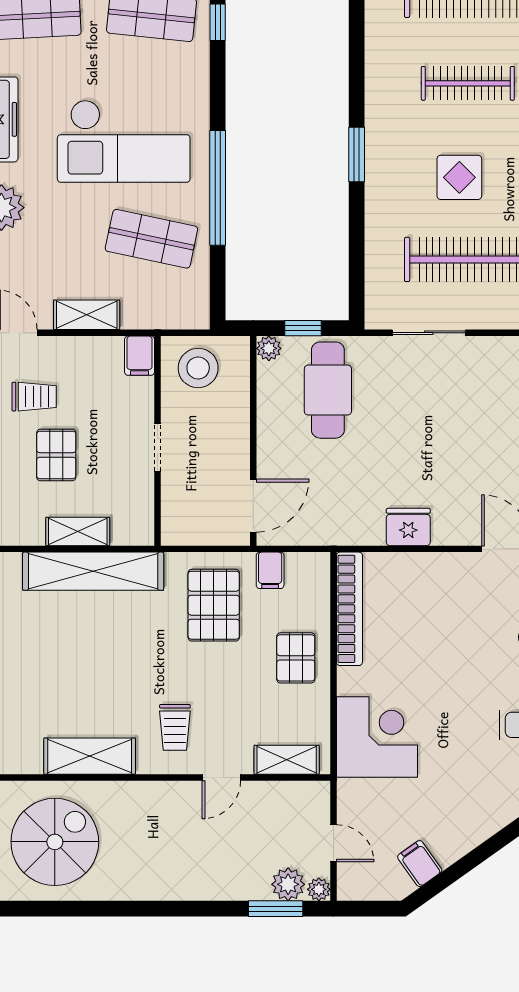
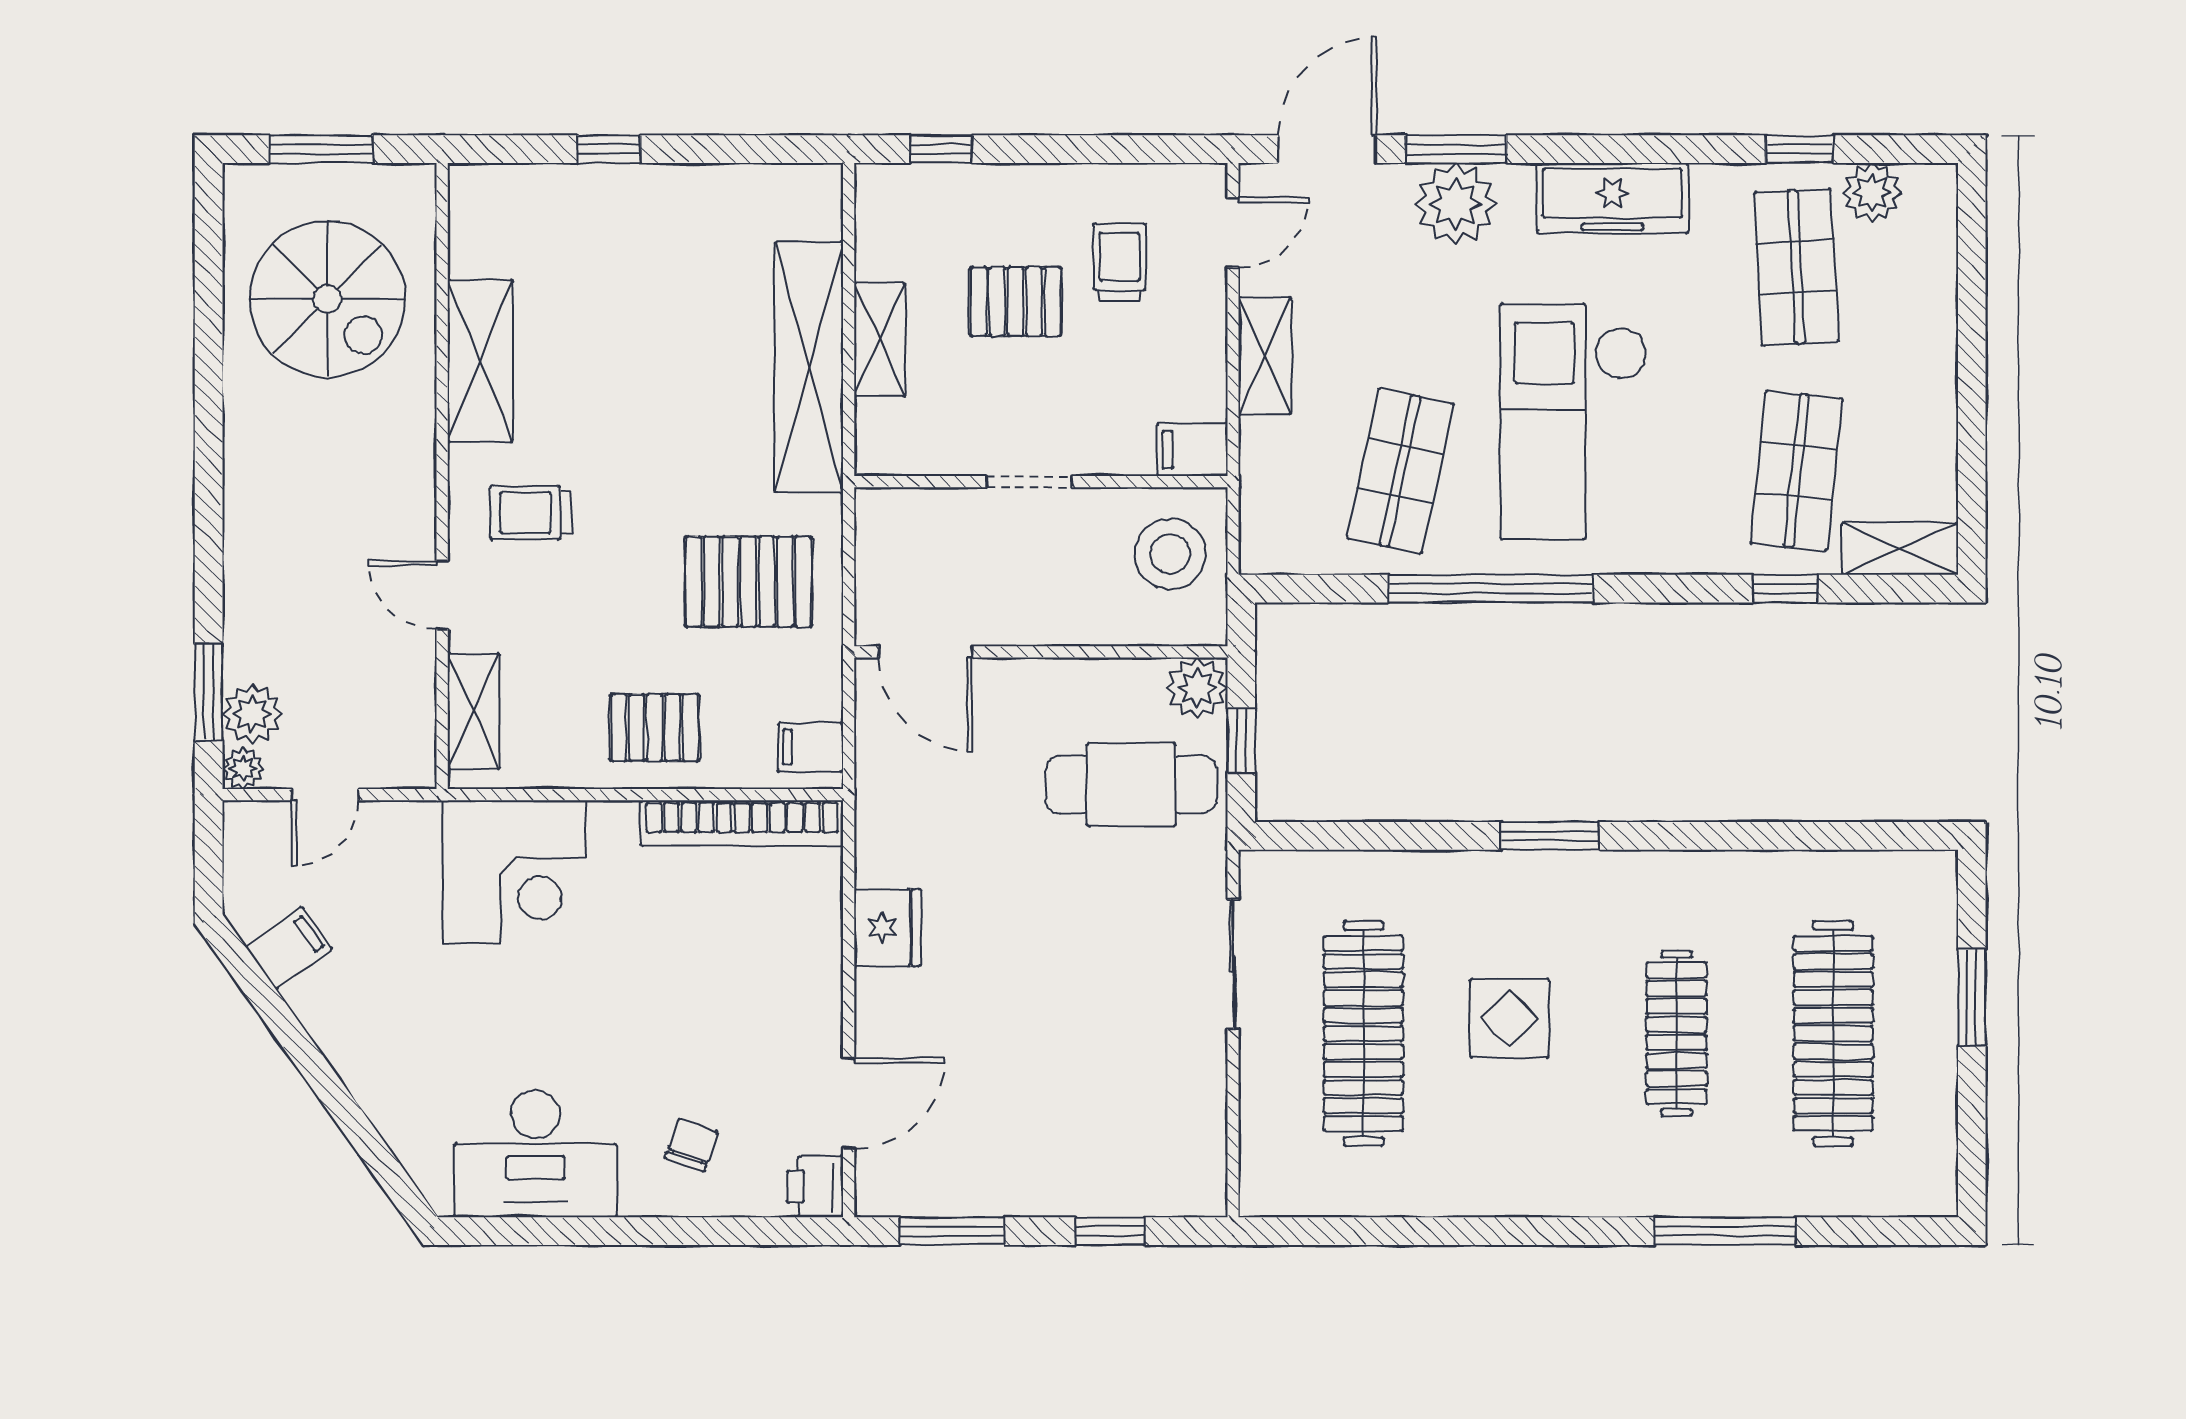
plant: (269, 348) -> (1197, 688), width x1.38, depth x1.38
trolley: (34, 397) -> (1119, 262), turned 180
filing cabinet: (270, 570) -> (810, 747), moved

